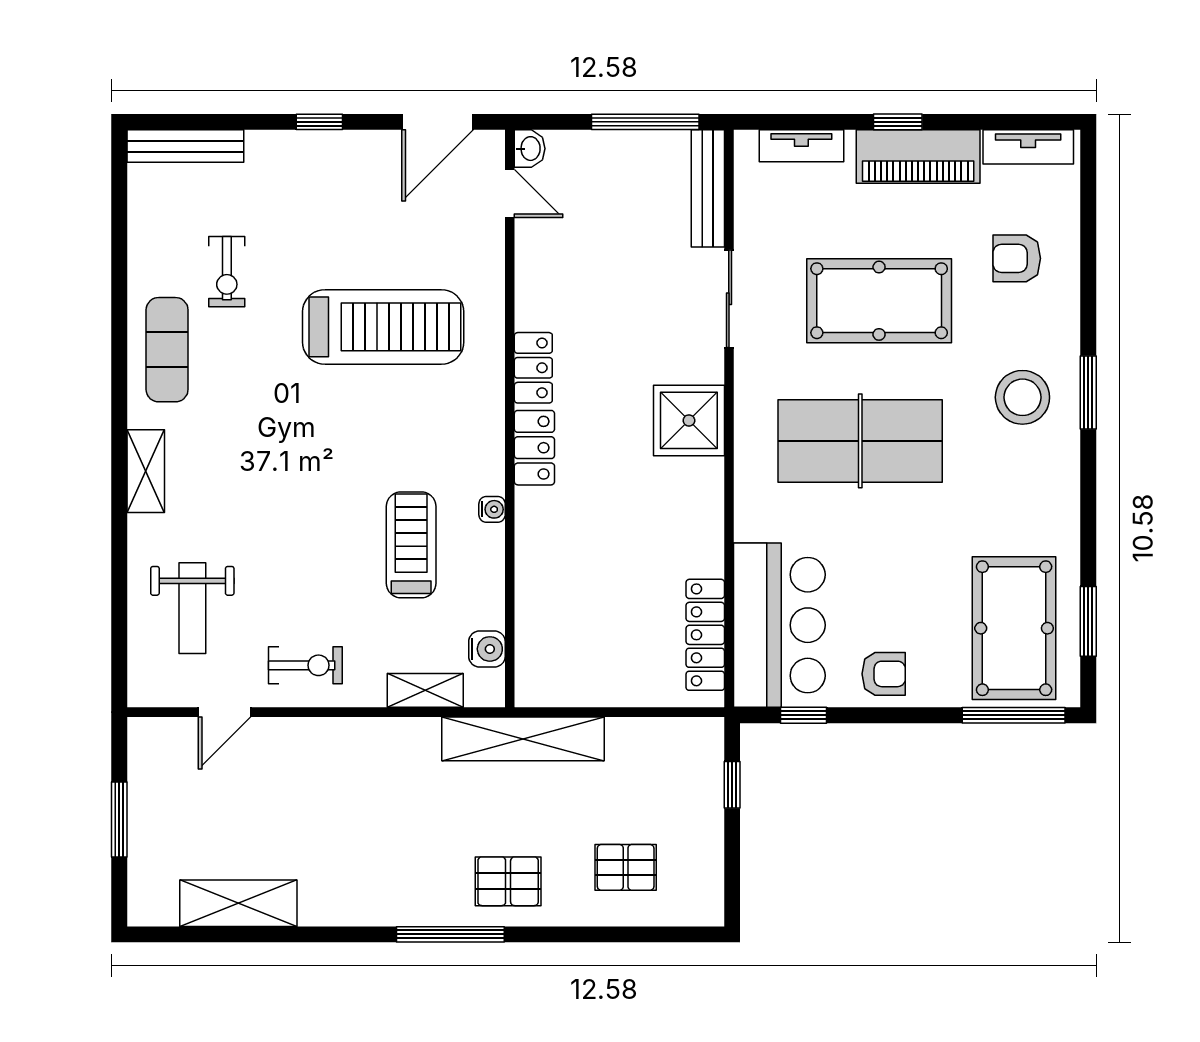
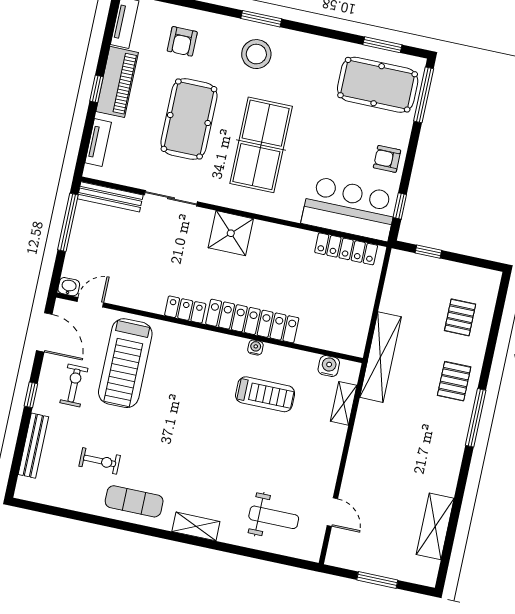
bench: (185, 146) -> (33, 446), moved
treadmill: (383, 327) -> (125, 363), moved, turned 180
locker: (534, 448) -> (252, 321), width x2.16, depth x1.21
treadmill: (411, 545) -> (265, 394), turned 180
exercise bike: (305, 665) -> (74, 385), moved
armchair: (884, 674) -> (387, 159), turned -90

